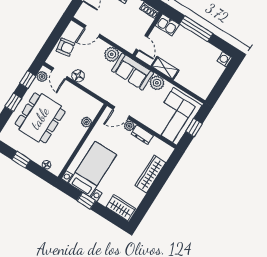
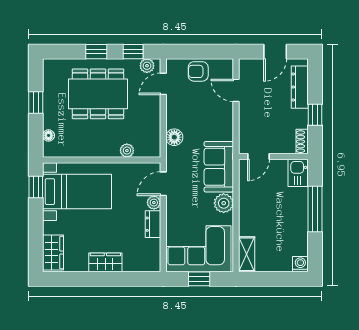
armchair: (65, 47) -> (198, 71), turned 100
plant: (112, 54) -> (224, 130), removed
shelving: (165, 68) -> (247, 254), moved
floor lamp: (78, 76) -> (174, 137), moved
door: (121, 113) -> (163, 184), hinge flipped
wardrobe: (150, 174) -> (105, 262), width x0.67
window: (86, 201) -> (36, 187), moved

